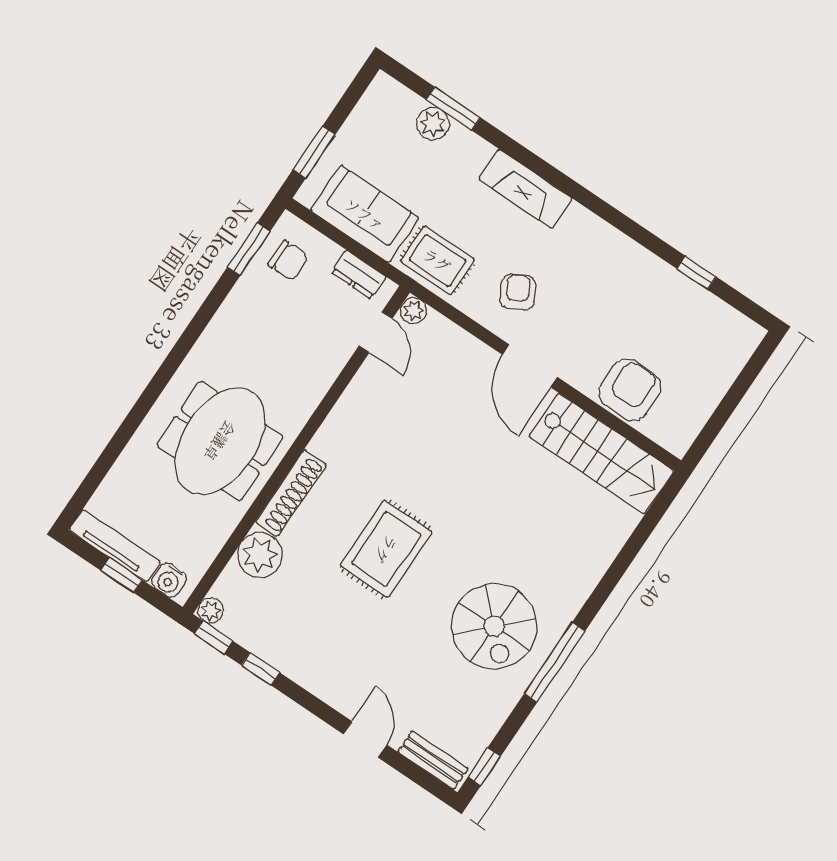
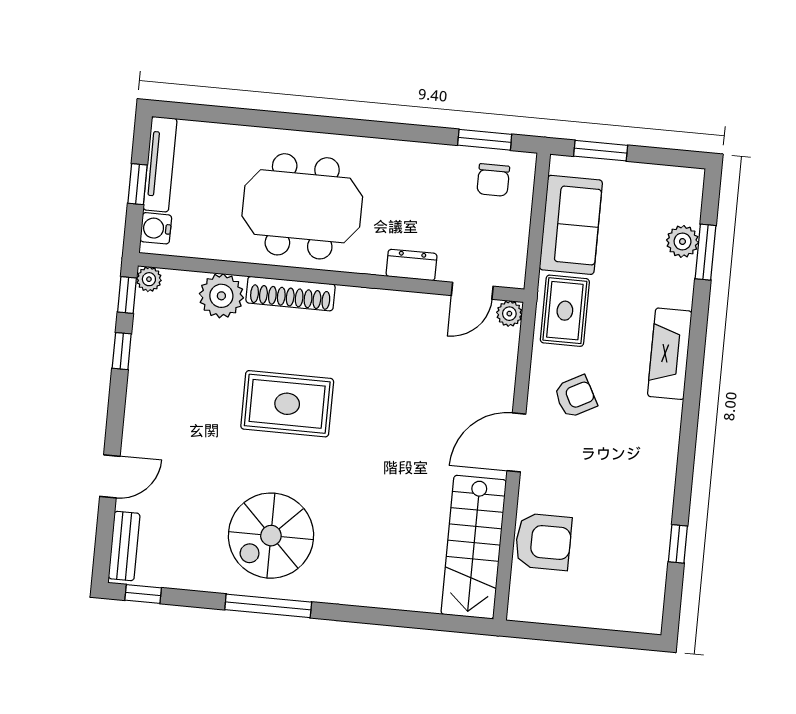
dresser: (359, 275) -> (412, 265), moved, turned 90

